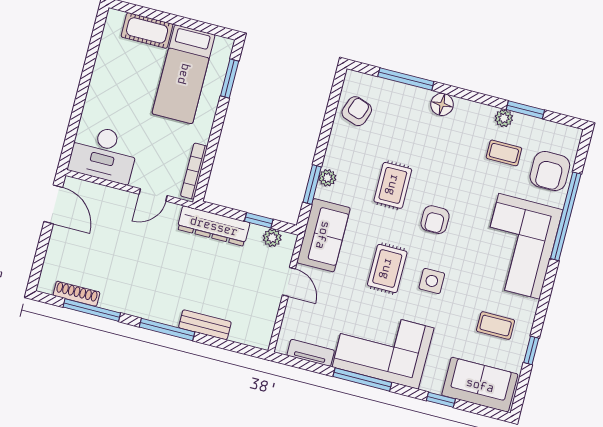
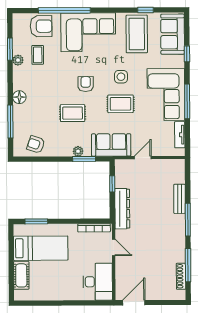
armchair: (435, 220) -> (86, 84), turned -90
plant: (272, 238) -> (120, 174), removed
coffee table: (496, 326) -> (137, 34), width x1.86, depth x1.72

